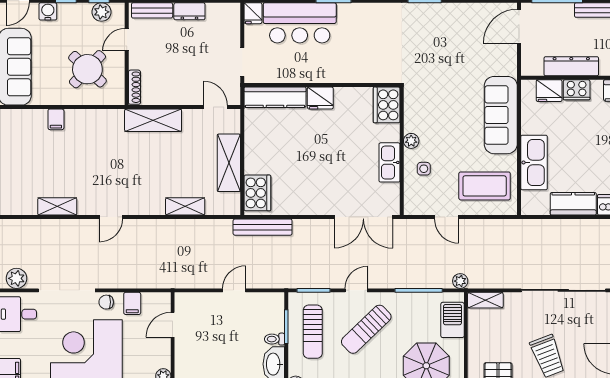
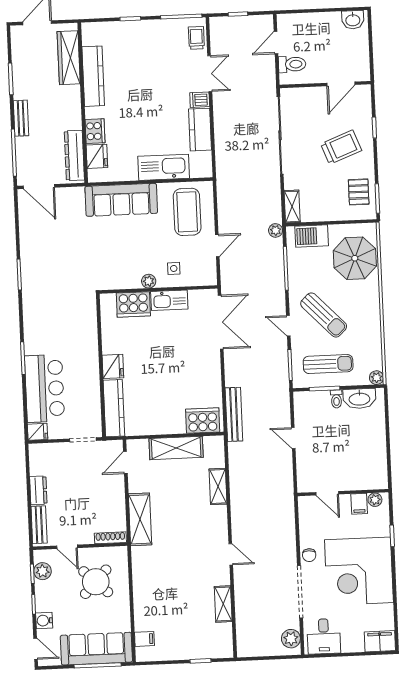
dresser: (571, 66) -> (74, 155), moved
cooker: (387, 105) -> (133, 304), moved
filing cabinet: (56, 119) -> (144, 639), moved
filing cabinet: (132, 303) -> (359, 504), moved, turned 90

